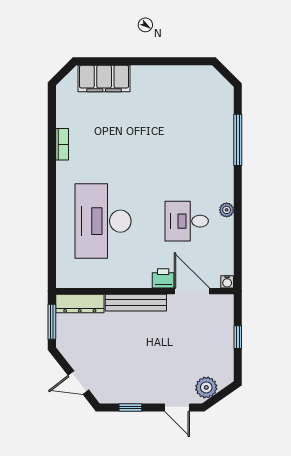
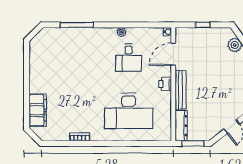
printer: (163, 278) -> (165, 84), moved

